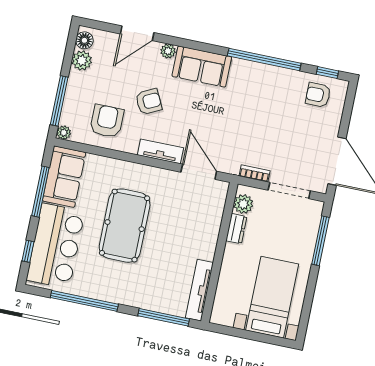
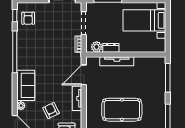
tv unit: (199, 290) -> (117, 61), moved

